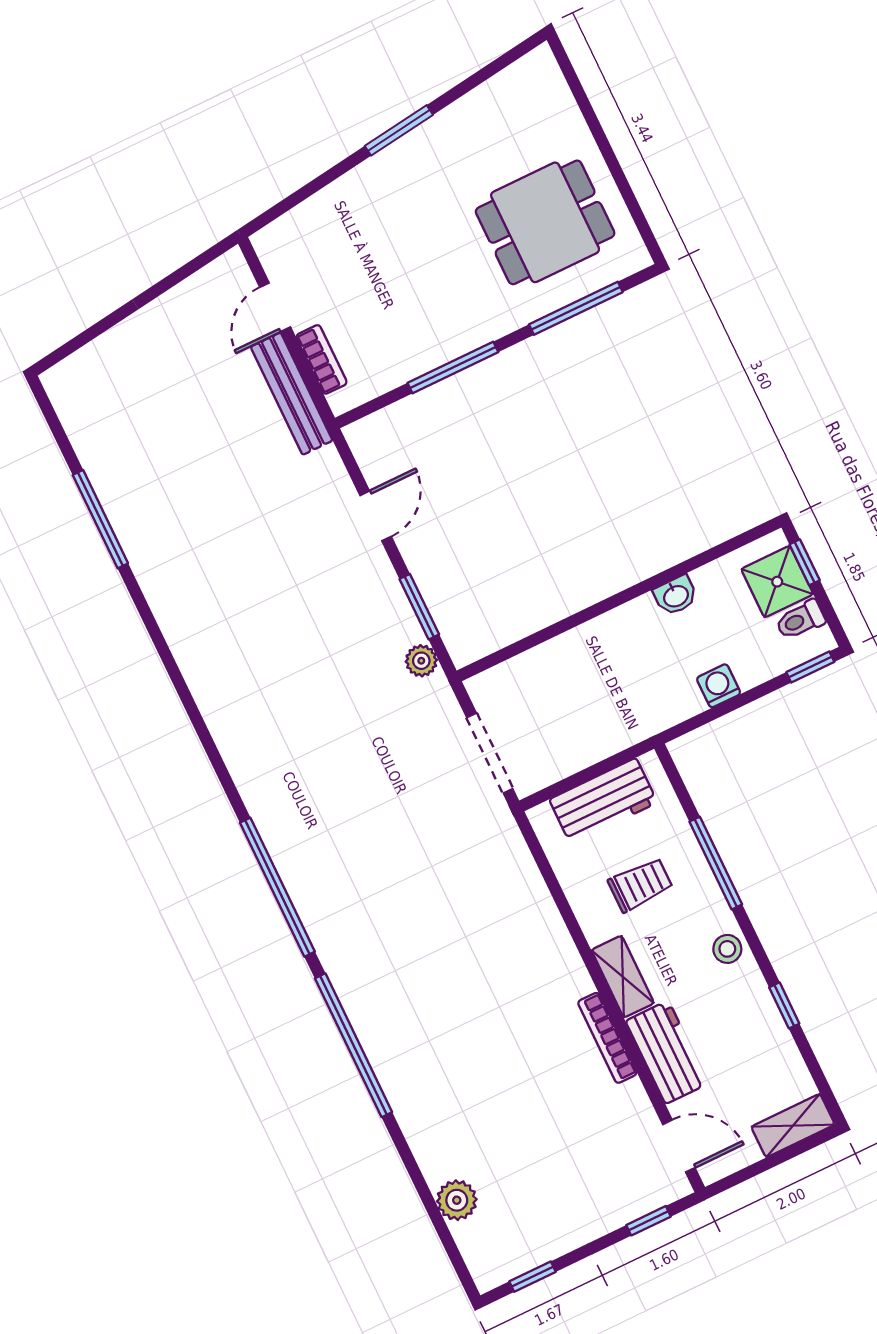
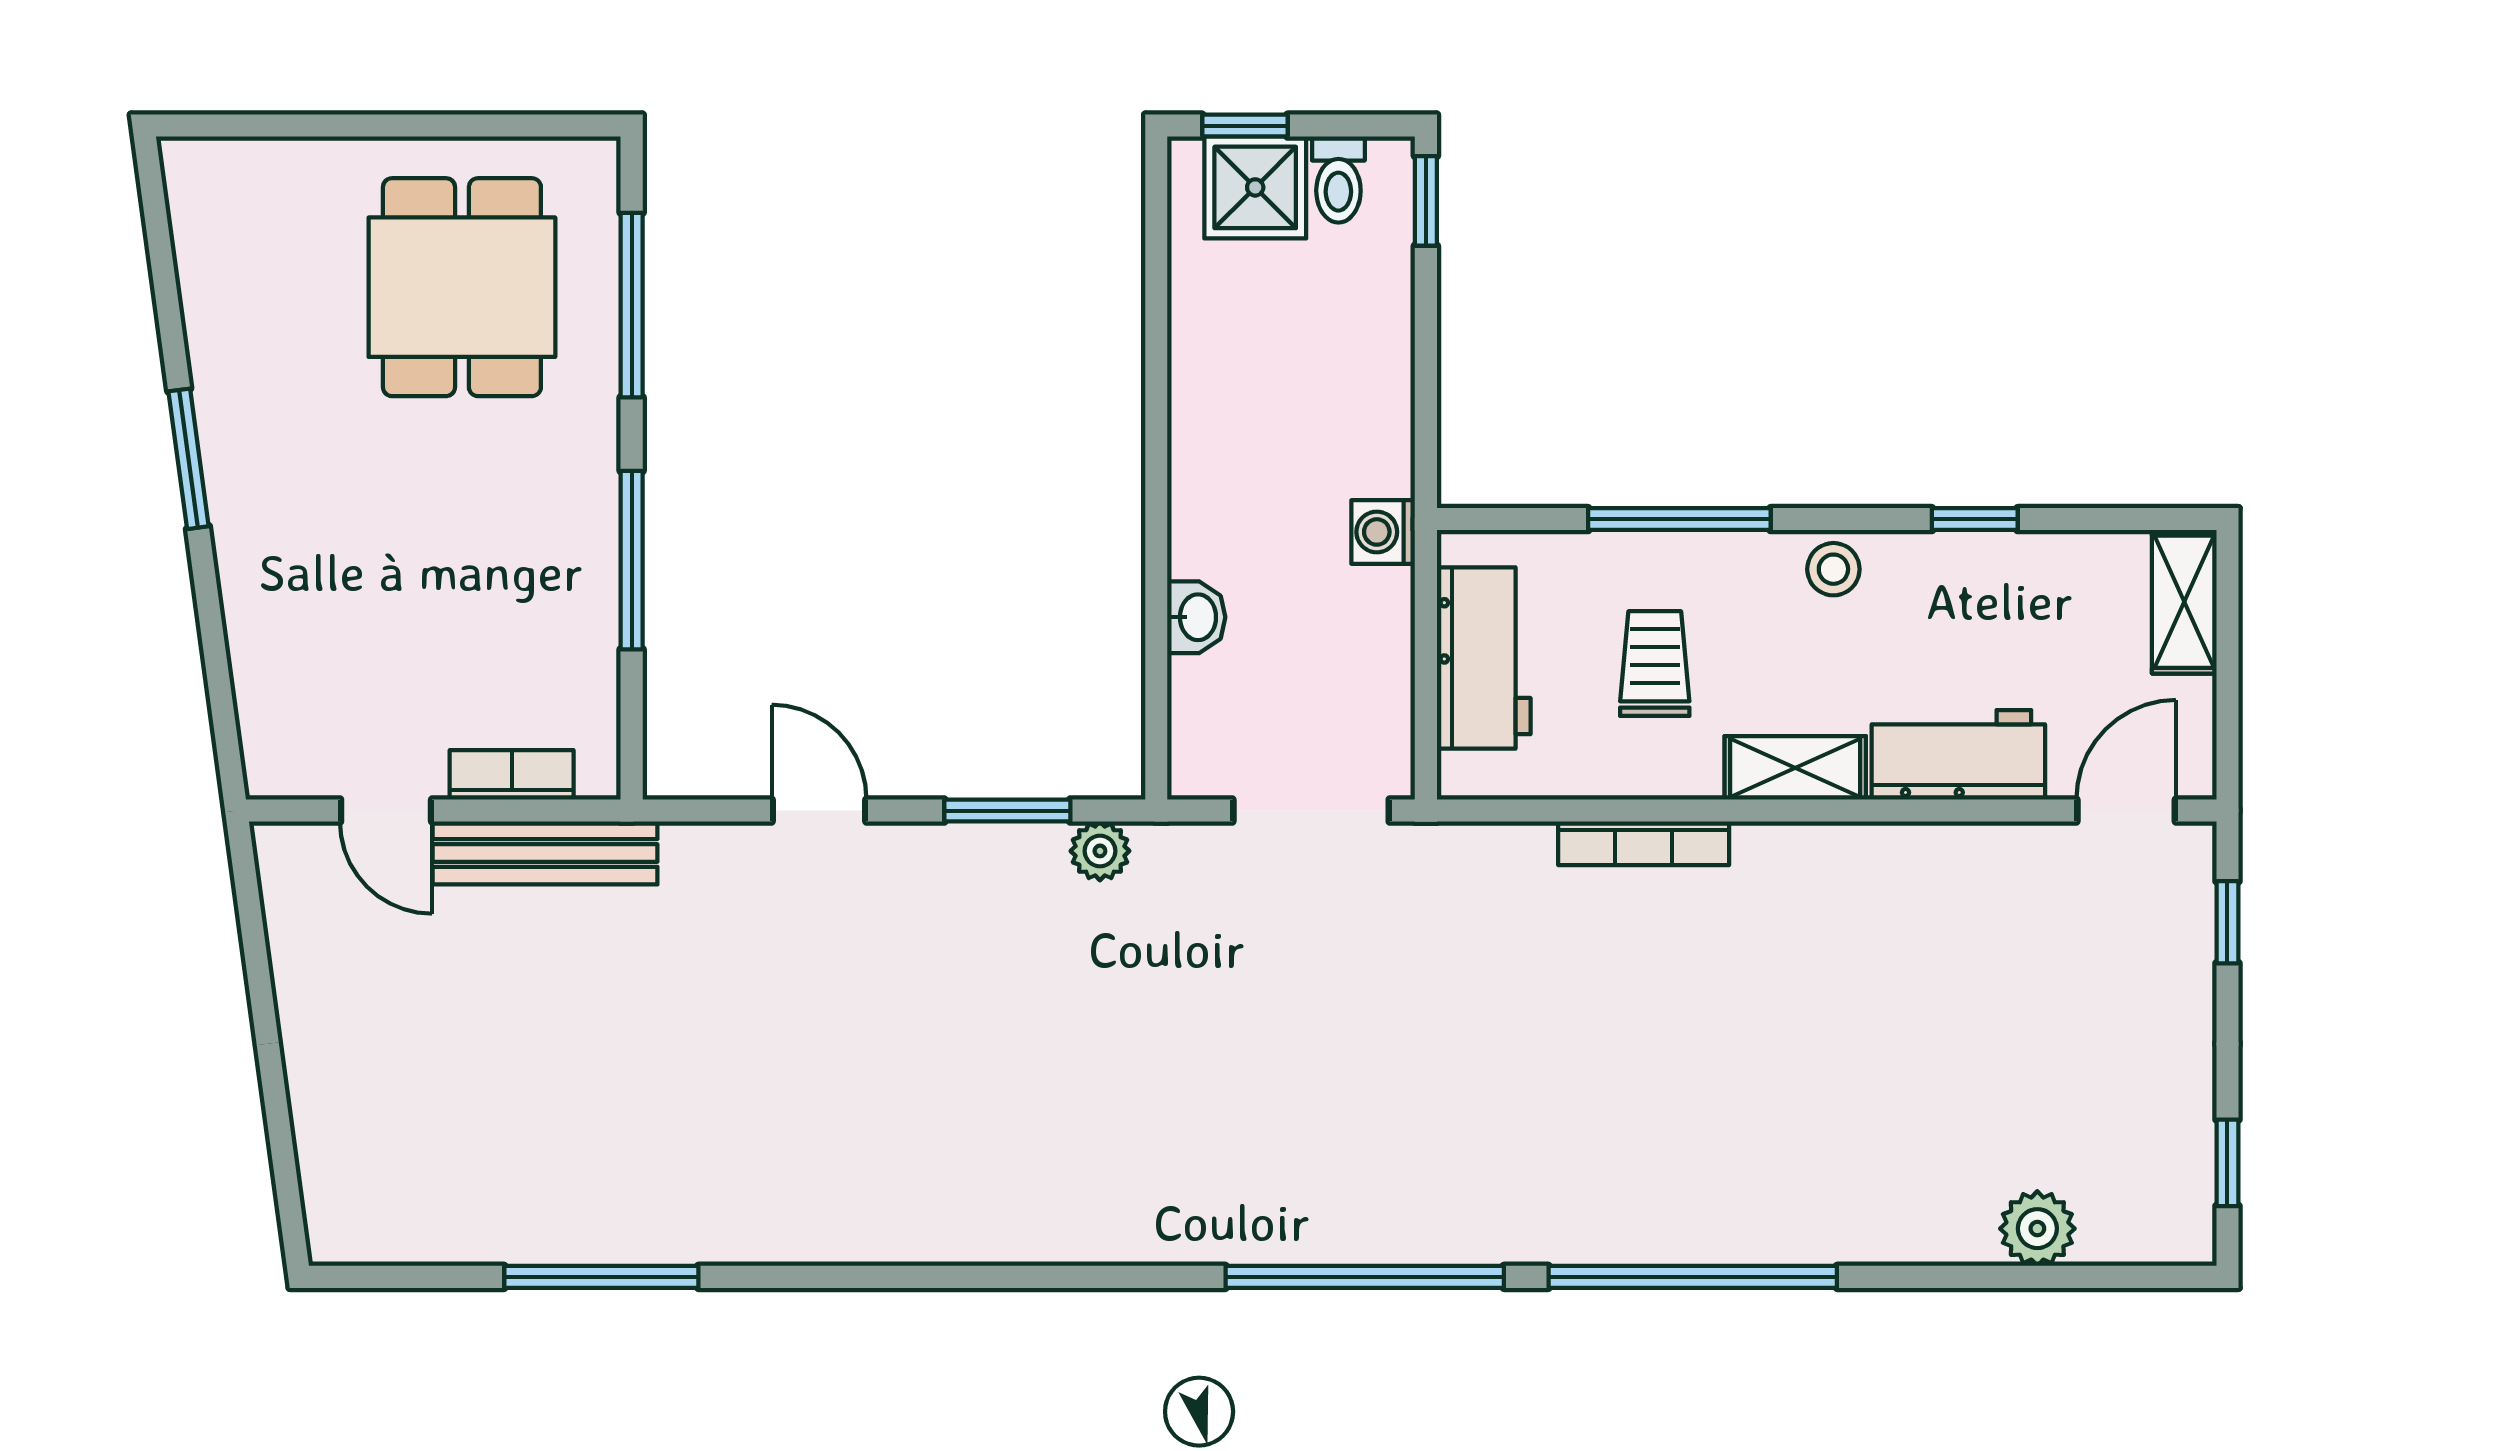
washbasin: (676, 595) -> (1196, 617), moved
washing machine: (719, 686) -> (1383, 532), moved
bookcase: (607, 1038) -> (1644, 843), moved

